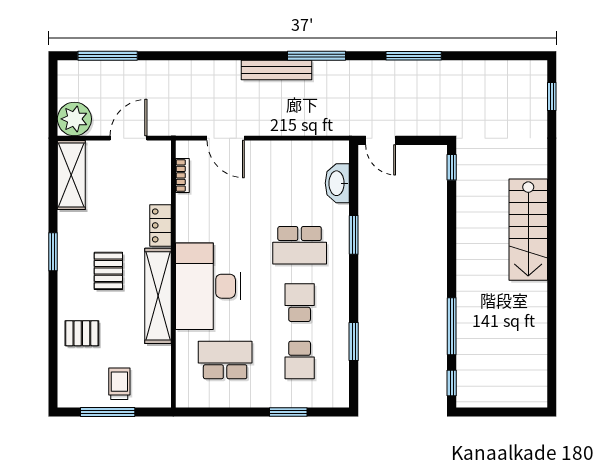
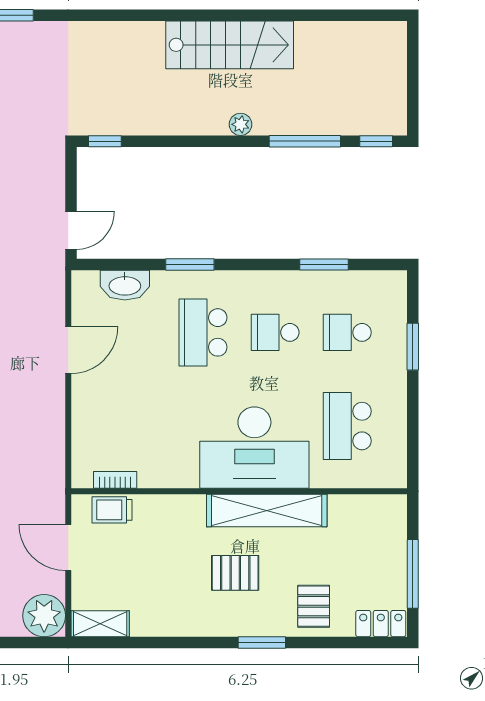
door: (226, 138) -> (68, 350), moved
shelving: (71, 175) -> (100, 624), width x0.67, depth x0.75
locker: (160, 225) -> (381, 624), moved, turned 180
stairs: (528, 230) -> (230, 45), moved
school desk: (300, 245) -> (203, 332), turned 180
window: (53, 252) -> (262, 642), moved
plant: (465, 275) -> (240, 124), added
school desk: (300, 360) -> (347, 332), turned 180
trolley: (119, 384) -> (112, 510), moved

